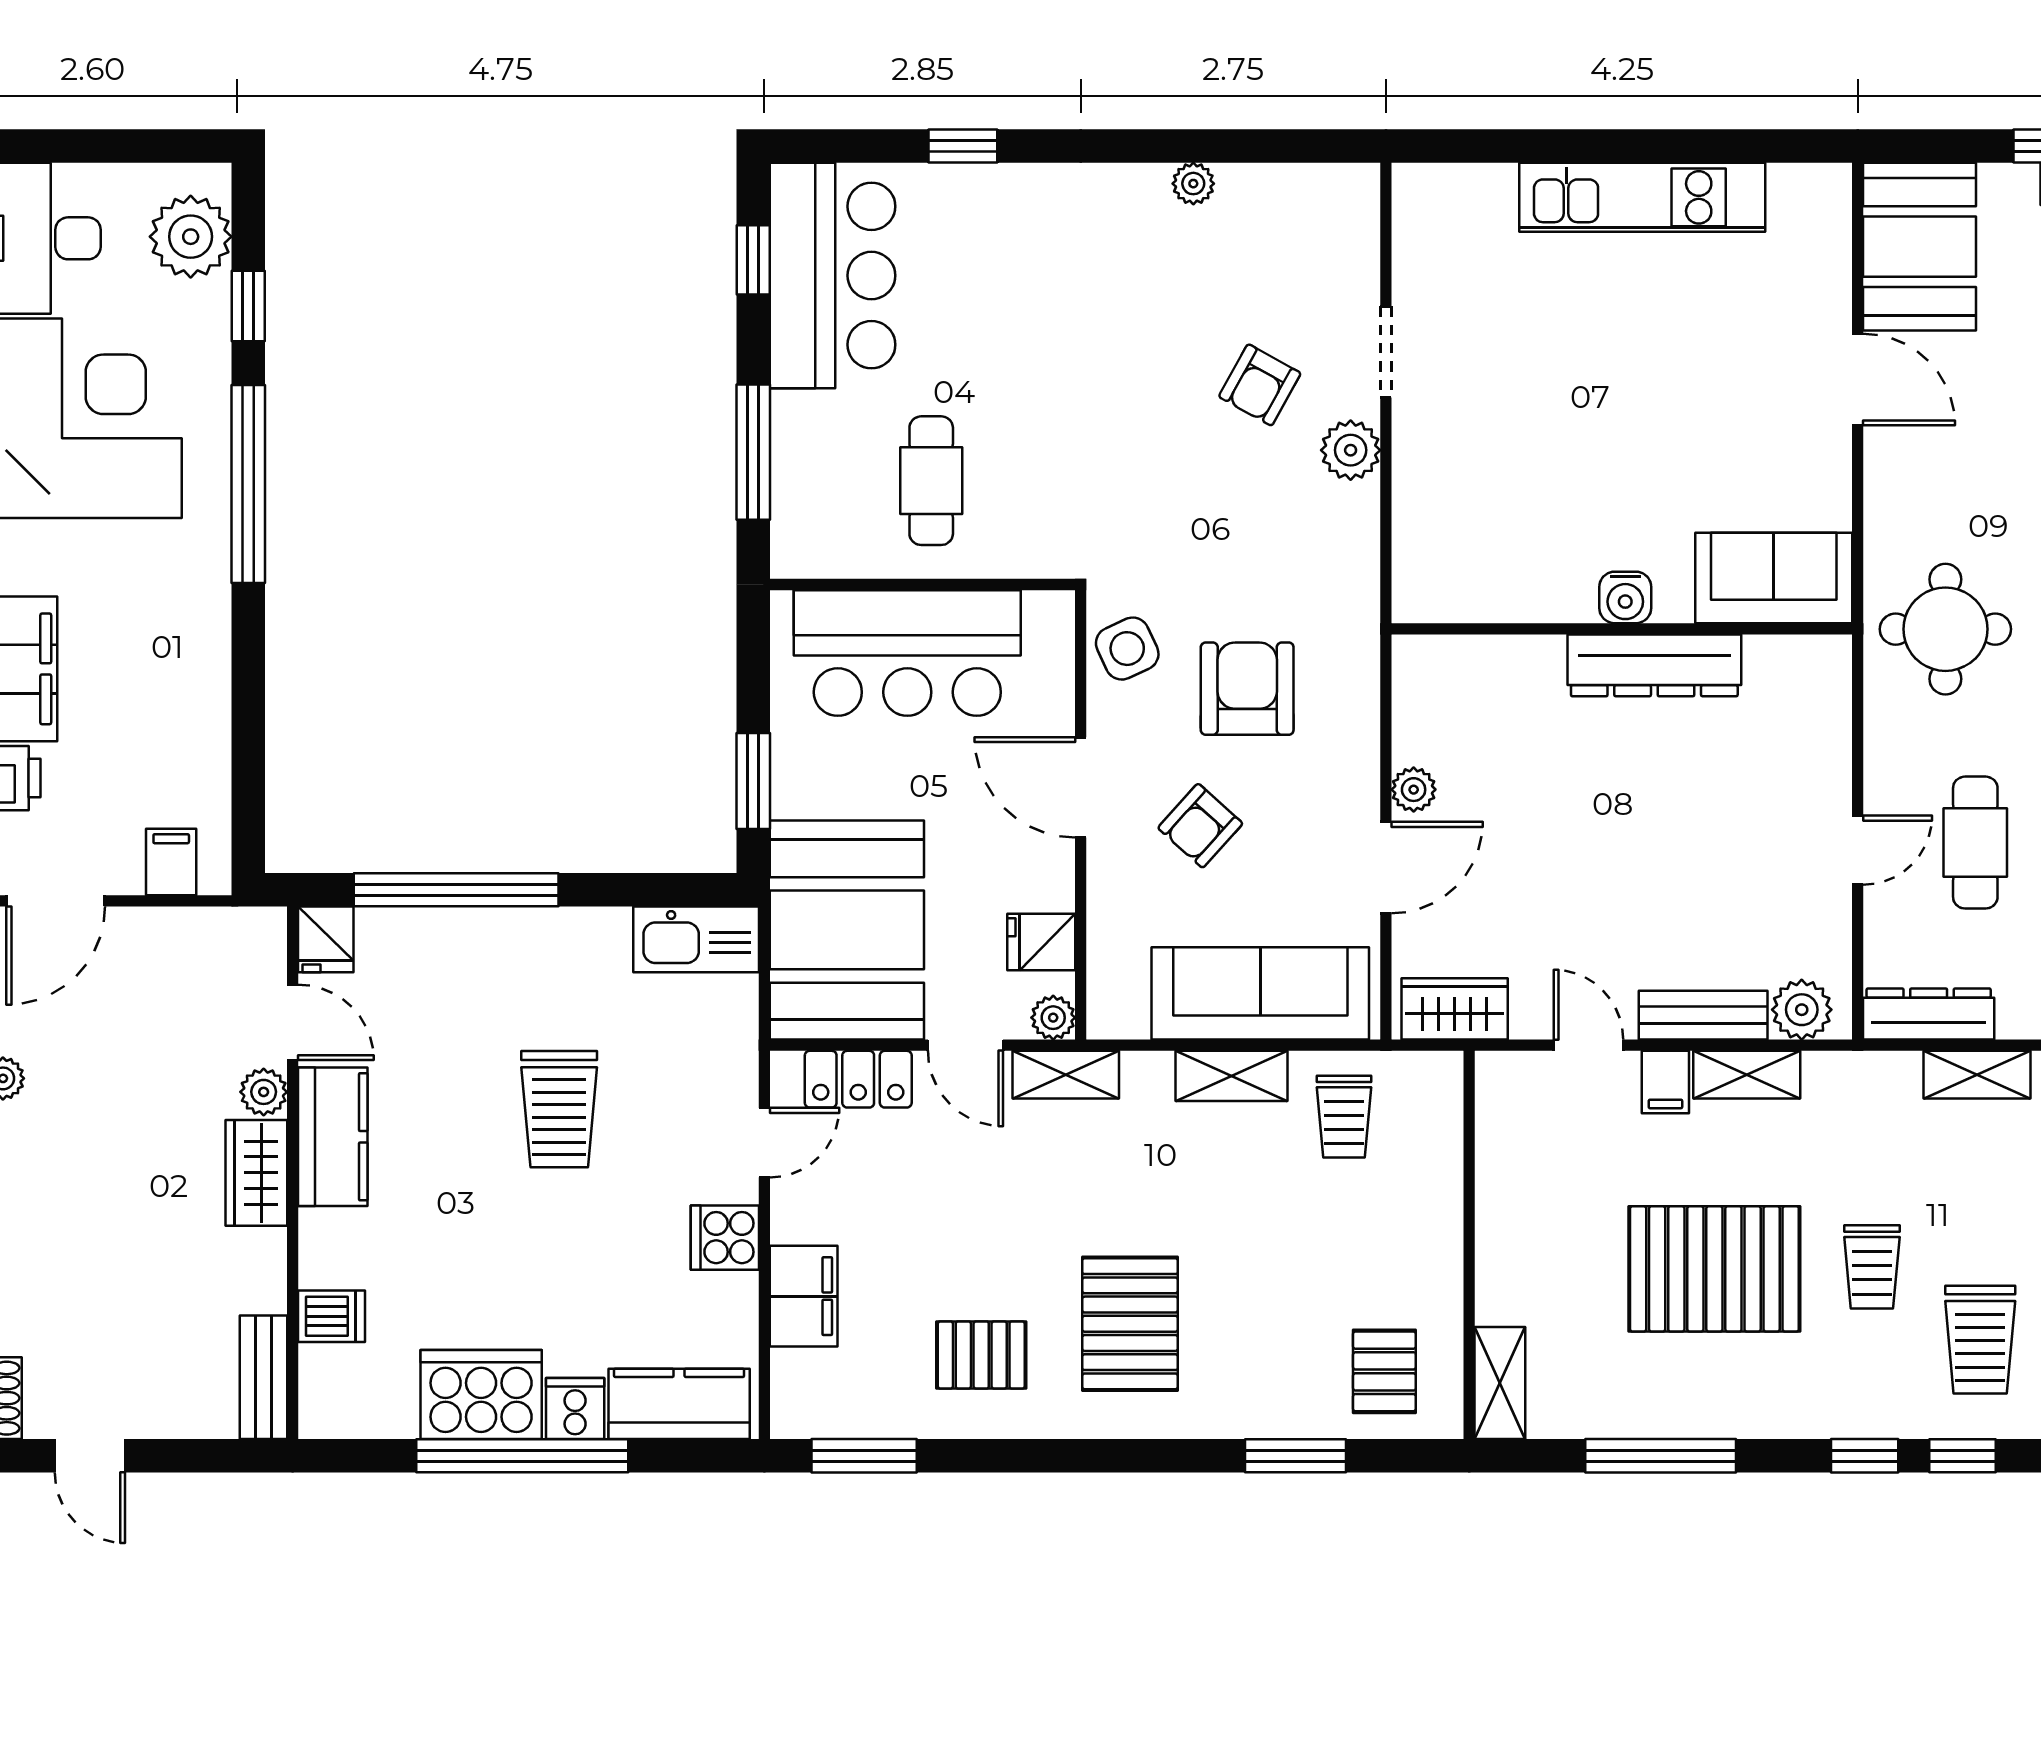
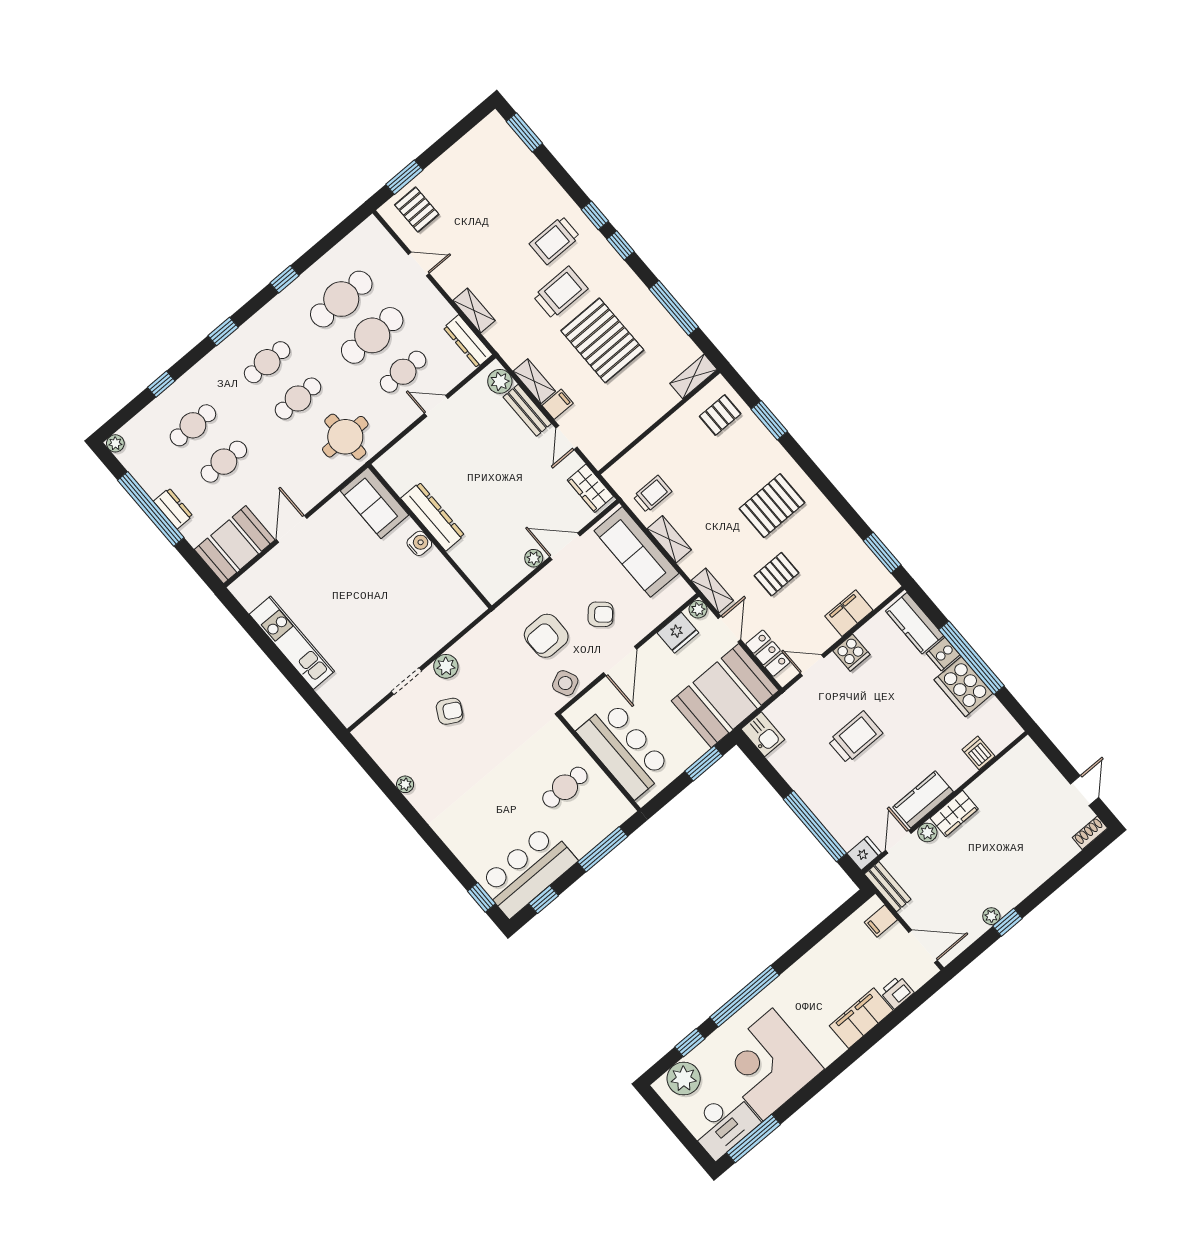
window: (963, 146) -> (481, 897), moved
kitchen sink: (696, 939) -> (763, 734), width x0.73
fridge: (1041, 942) -> (678, 633), width x1.38
trolley: (1872, 1267) -> (561, 293), width x1.36, depth x1.39
trolley: (1980, 1340) -> (555, 240), turned 180
pallet: (981, 1355) -> (776, 574), moved, turned 90
bench: (263, 1377) -> (888, 887), moved, turned 90

